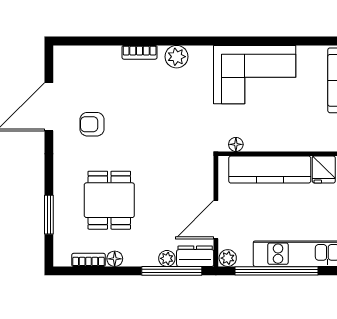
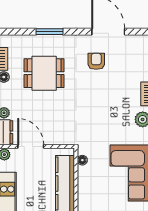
window: (49, 215) -> (50, 32), moved

